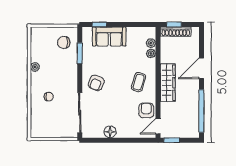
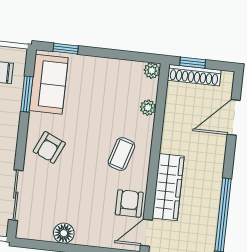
sofa: (109, 37) -> (49, 84), moved, turned -90
plant: (151, 43) -> (152, 70), moved
door: (201, 68) -> (234, 117), moved
wardrobe: (168, 83) -> (168, 187), moved
sliding door: (80, 113) -> (16, 195), width x0.73

